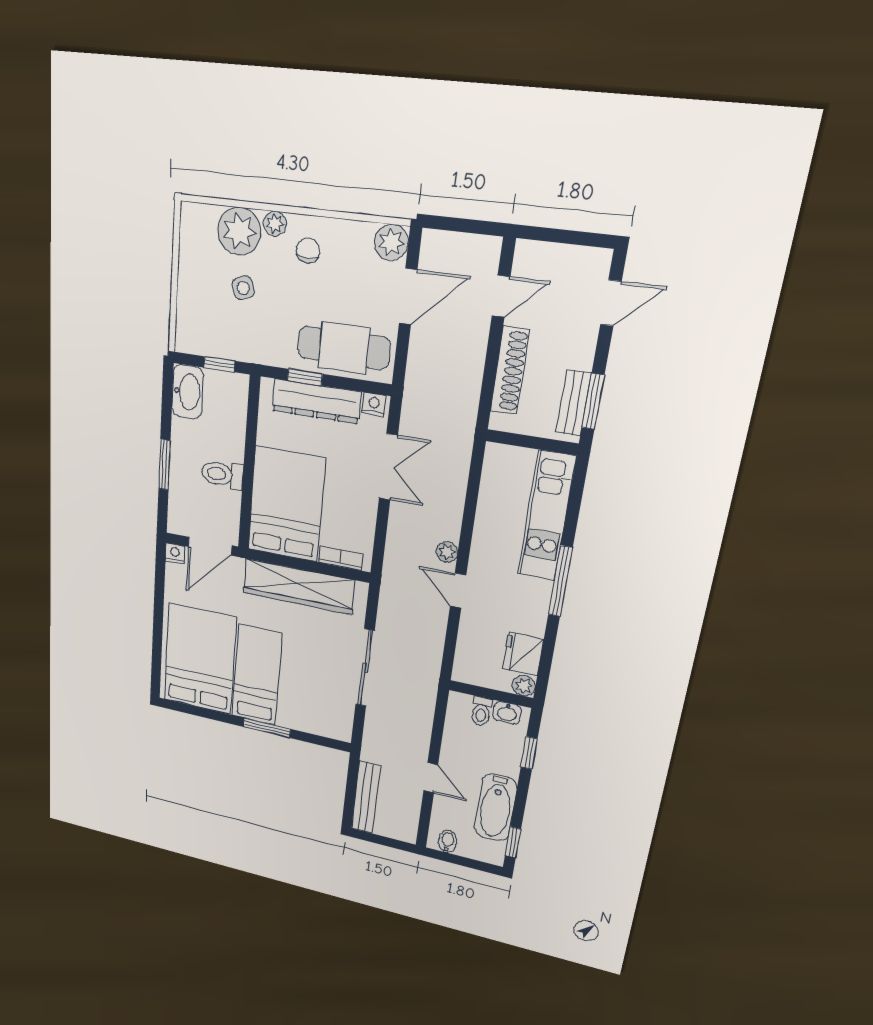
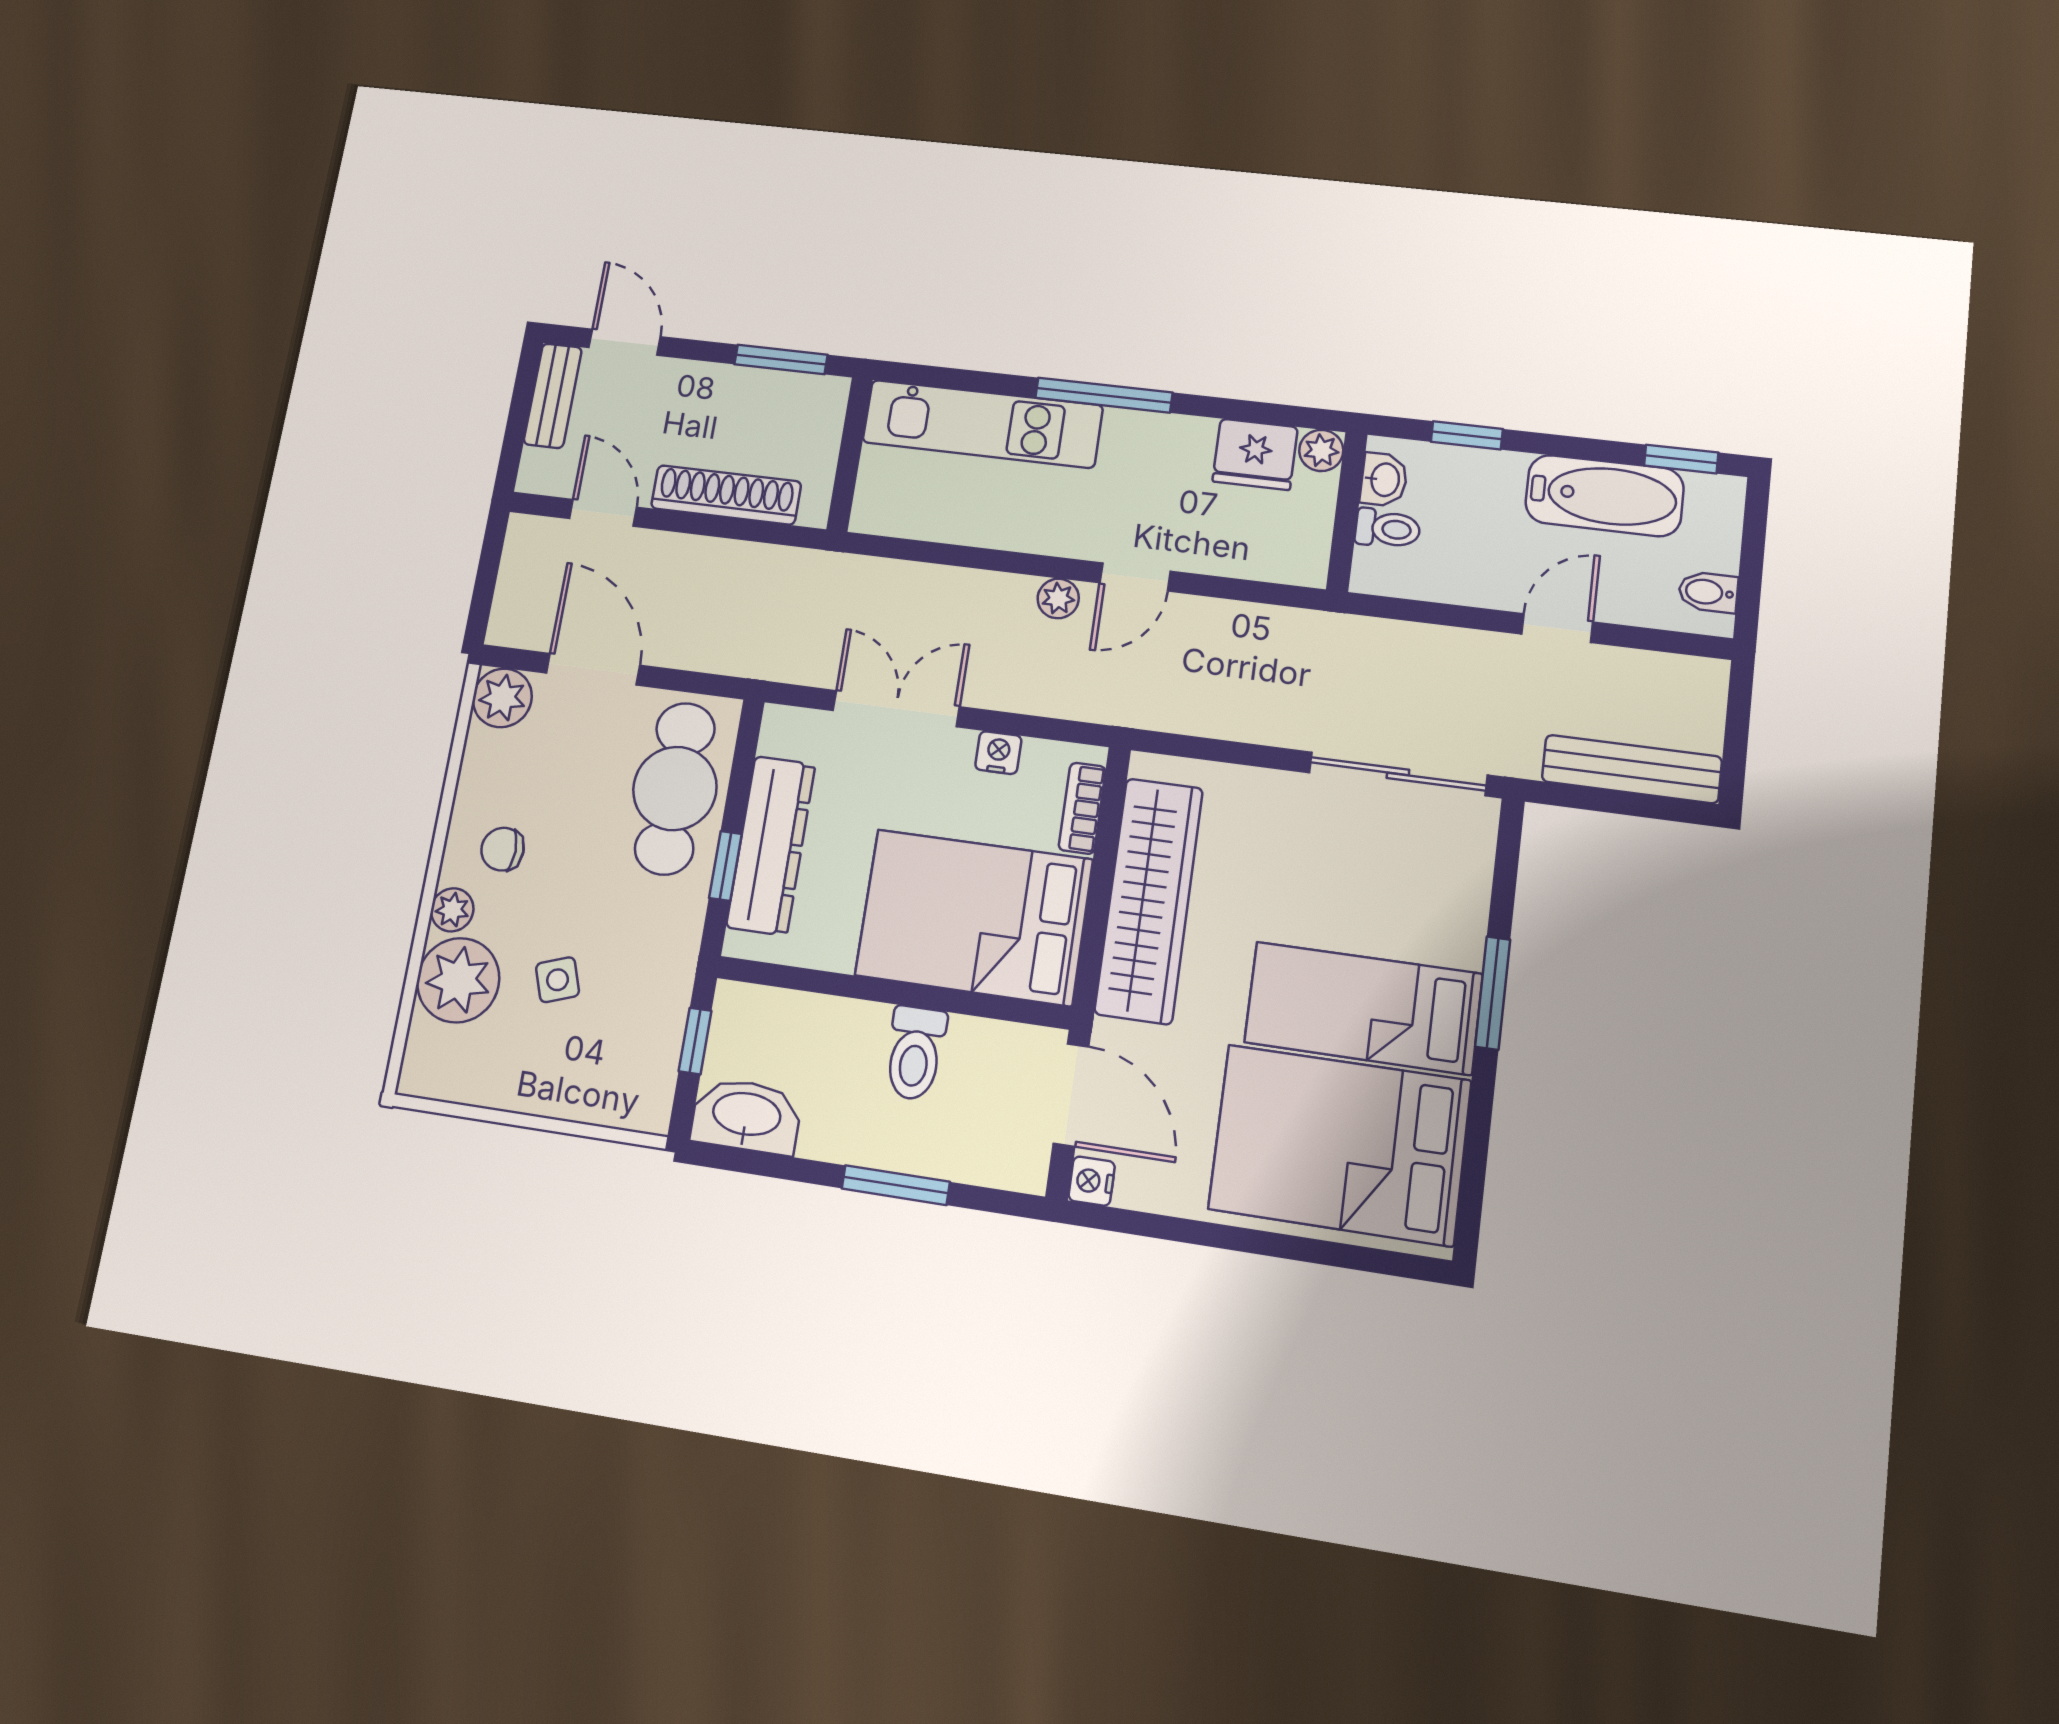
bench: (574, 403) -> (553, 396), moved, turned 90
nightstand: (374, 404) -> (998, 753), moved, turned 90
sliding door: (365, 668) -> (1398, 774), moved

